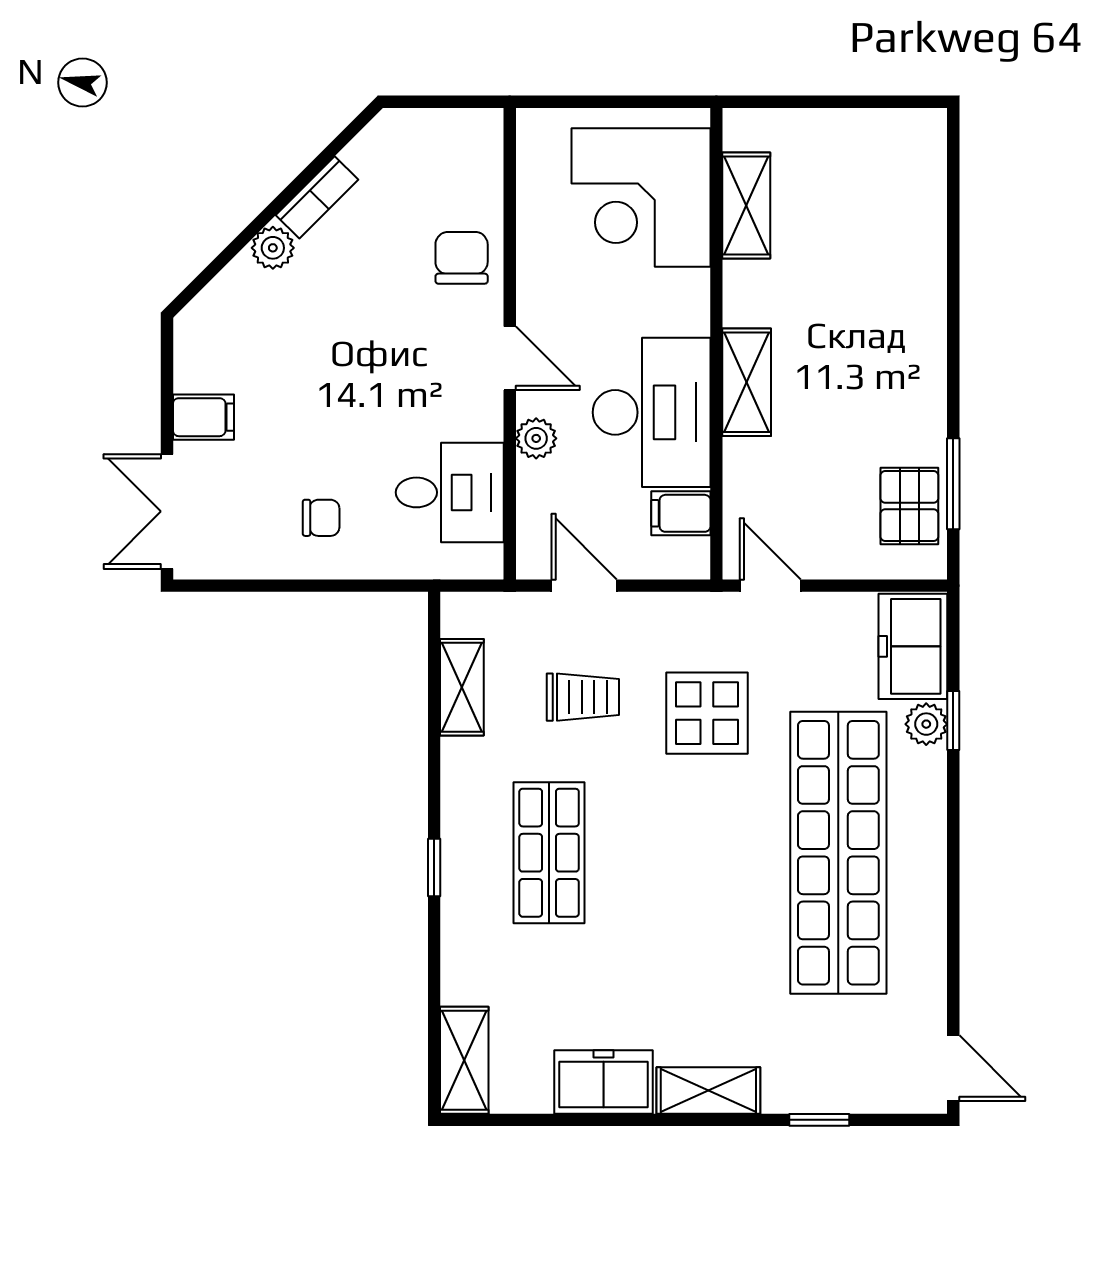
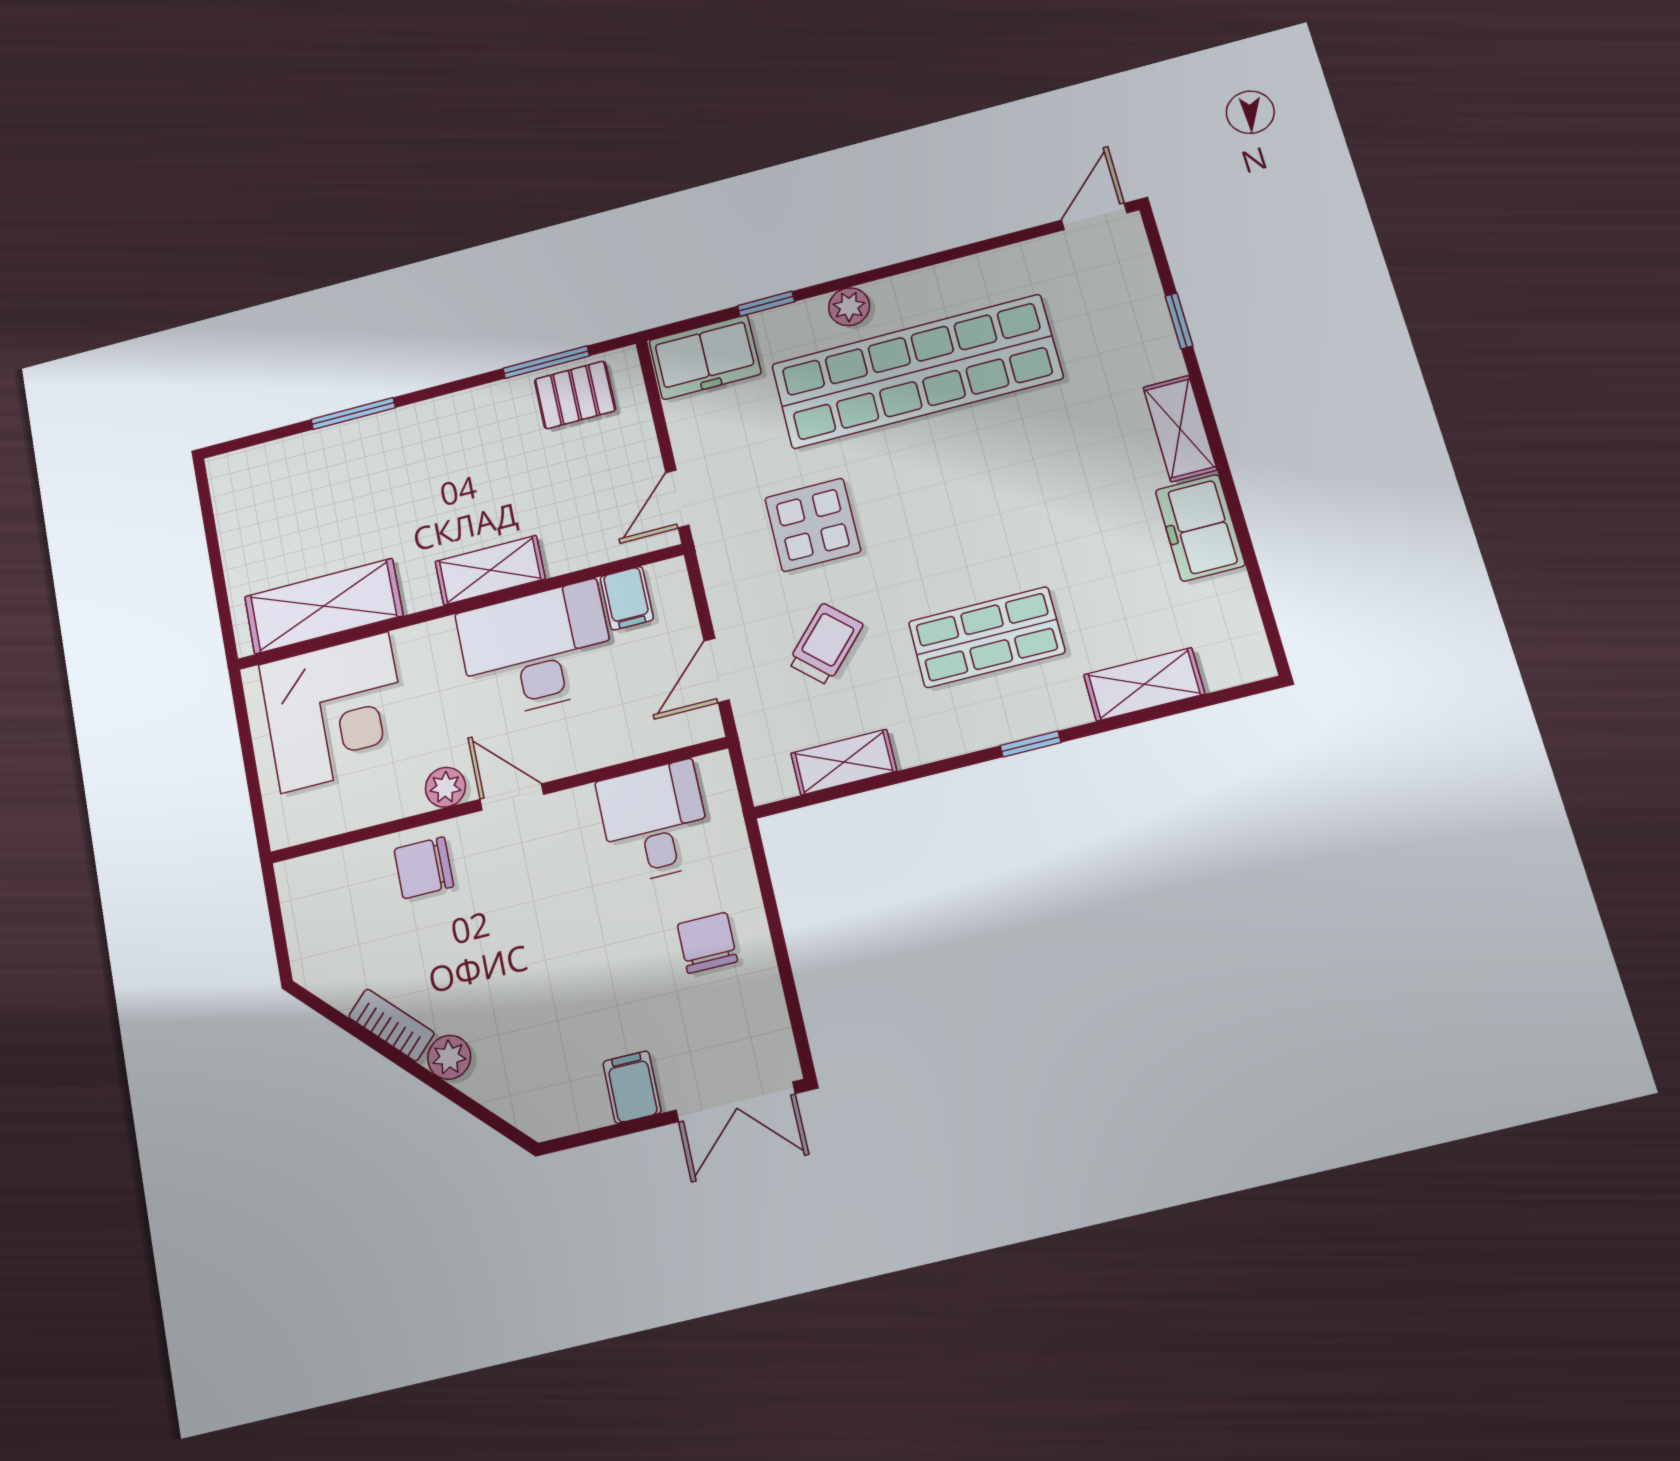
shelving: (746, 205) -> (324, 606), width x1.50, depth x1.33
window: (953, 273) -> (353, 413), added
door: (510, 358) -> (512, 797), hinge flipped
plant: (536, 438) -> (445, 787), moved
chair: (321, 518) -> (707, 943), width x1.37, depth x1.37
trolley: (583, 697) -> (825, 644), turned 43
plant: (926, 724) -> (849, 307), moved
shelving: (464, 1060) -> (1144, 684), moved

